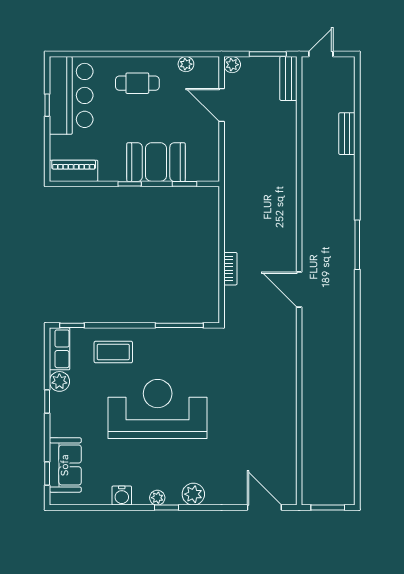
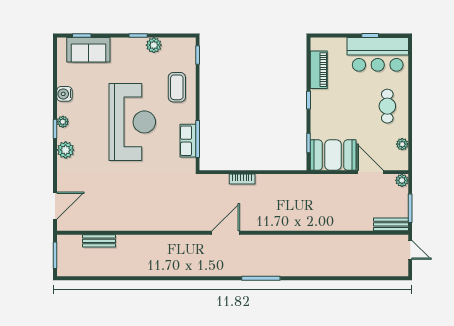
door: (222, 105) -> (370, 172), hinge flipped
bench: (347, 134) -> (99, 241), moved
booth: (156, 162) -> (333, 155), moved, turned 90
piano: (74, 171) -> (319, 70), moved
row of seats: (60, 349) -> (188, 141), moved, turned 90

